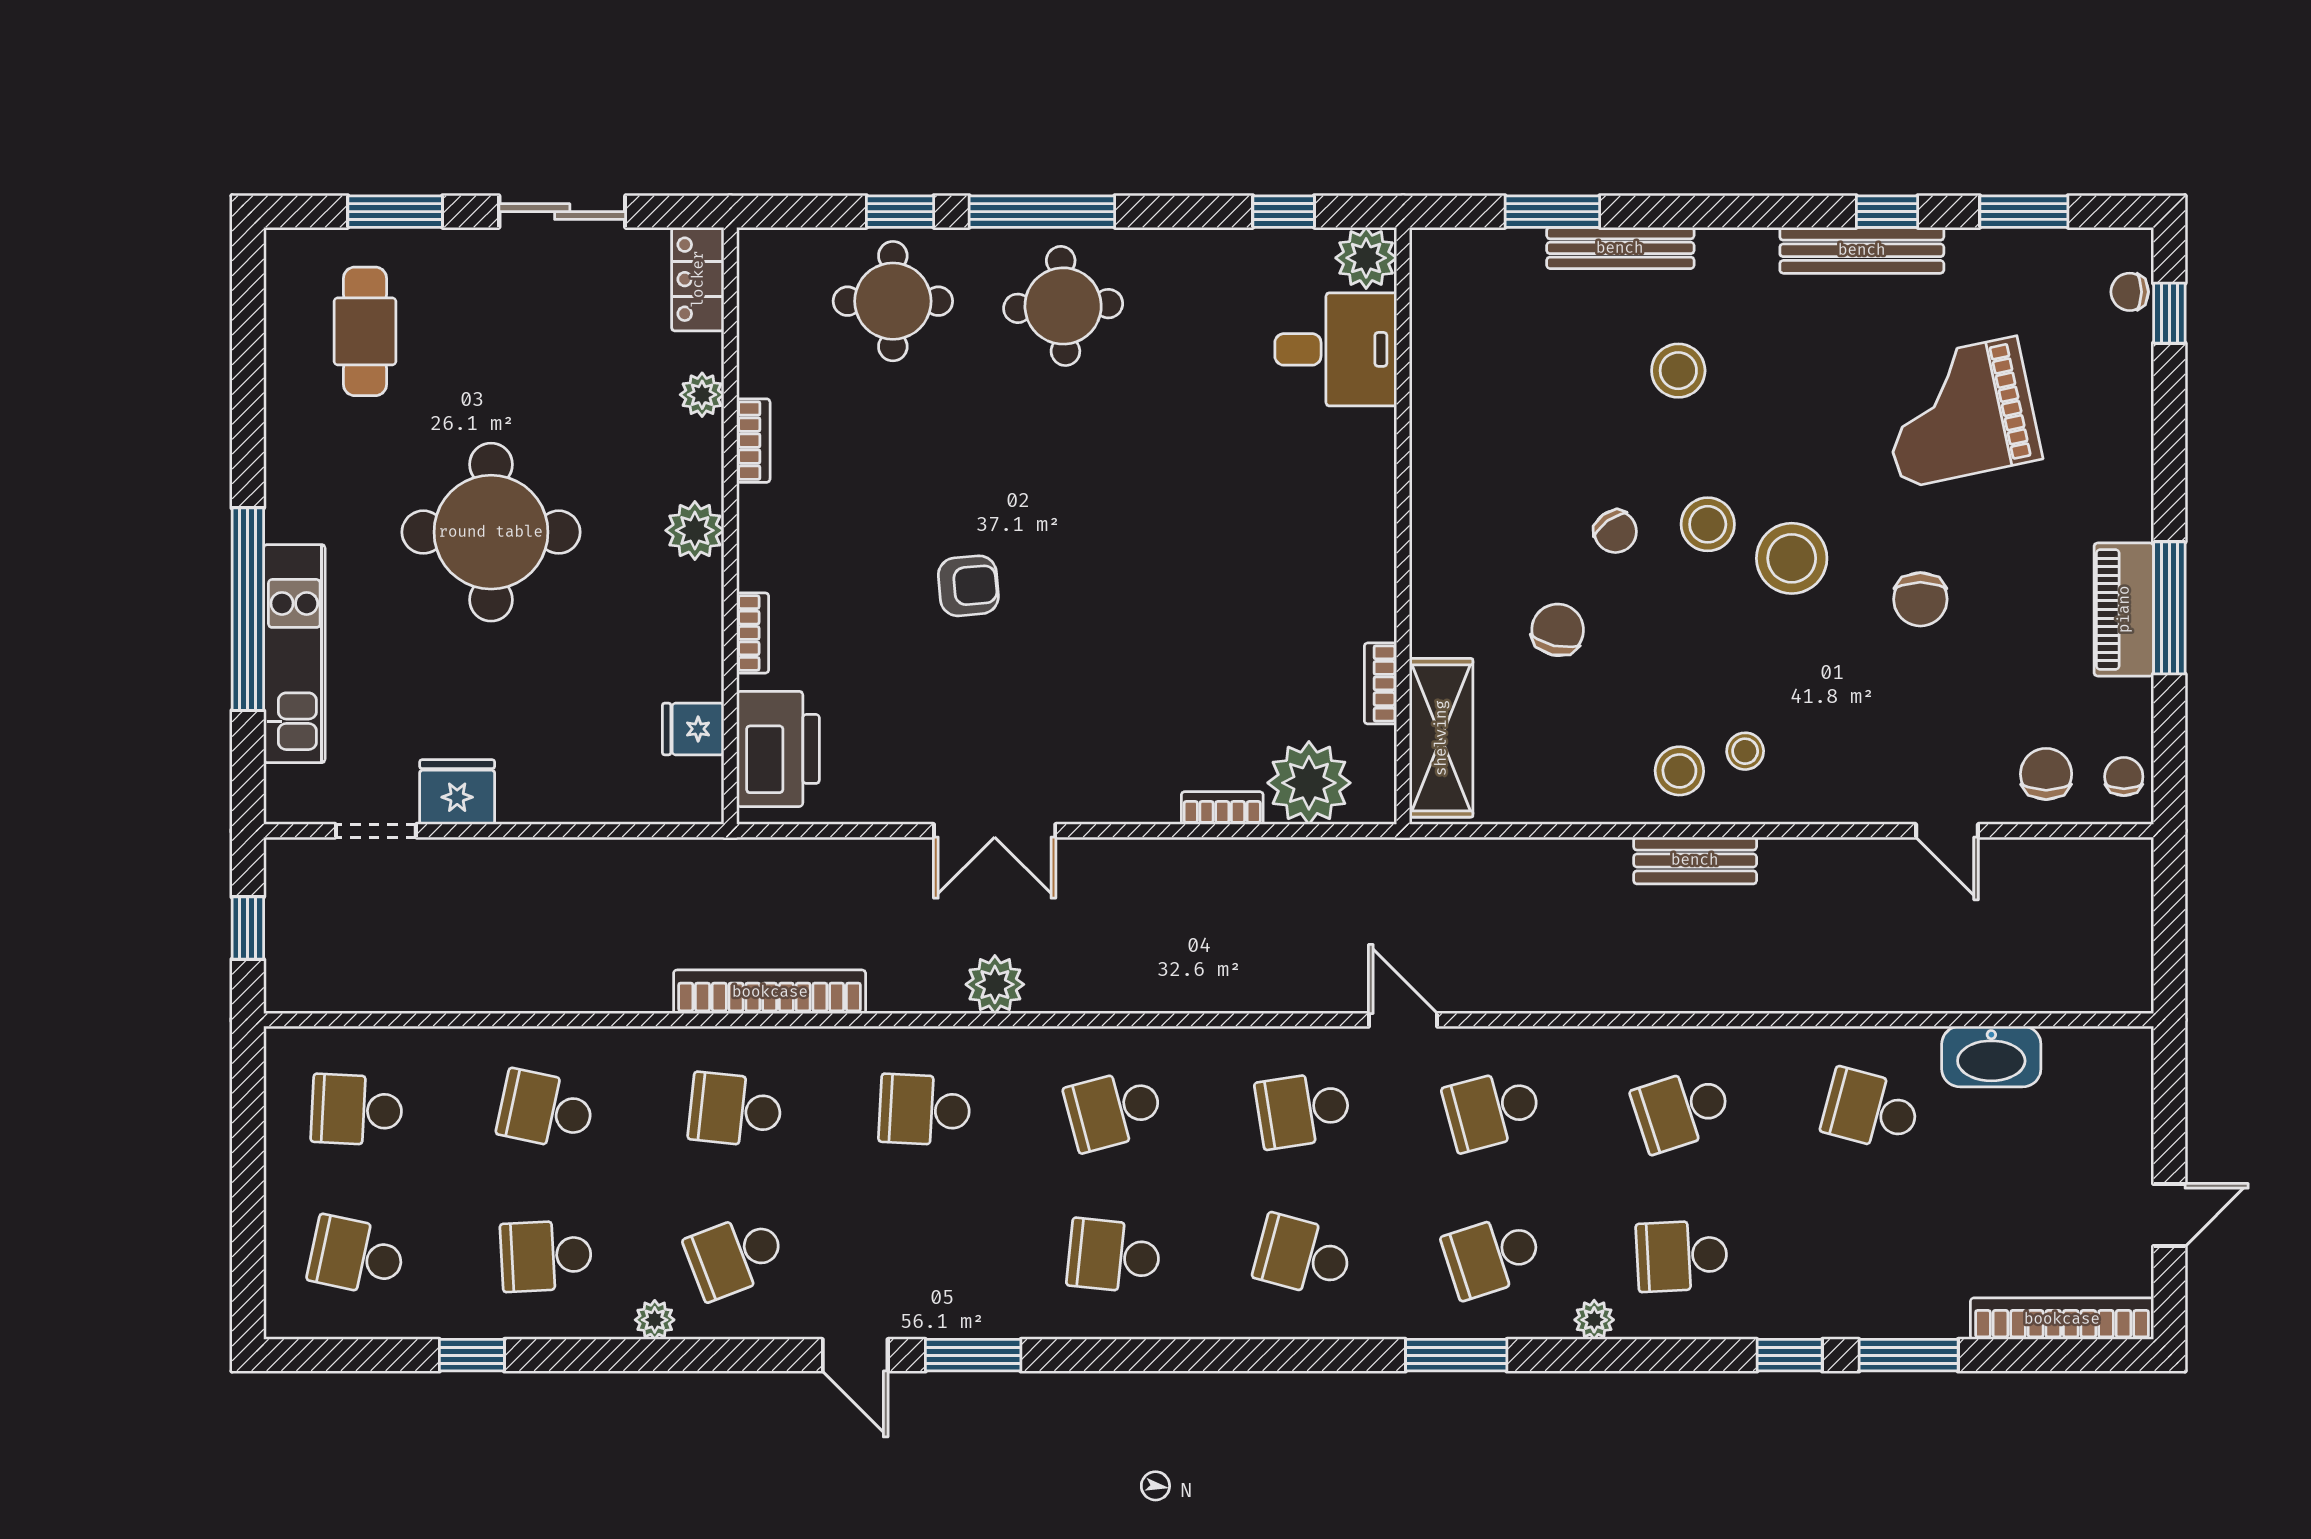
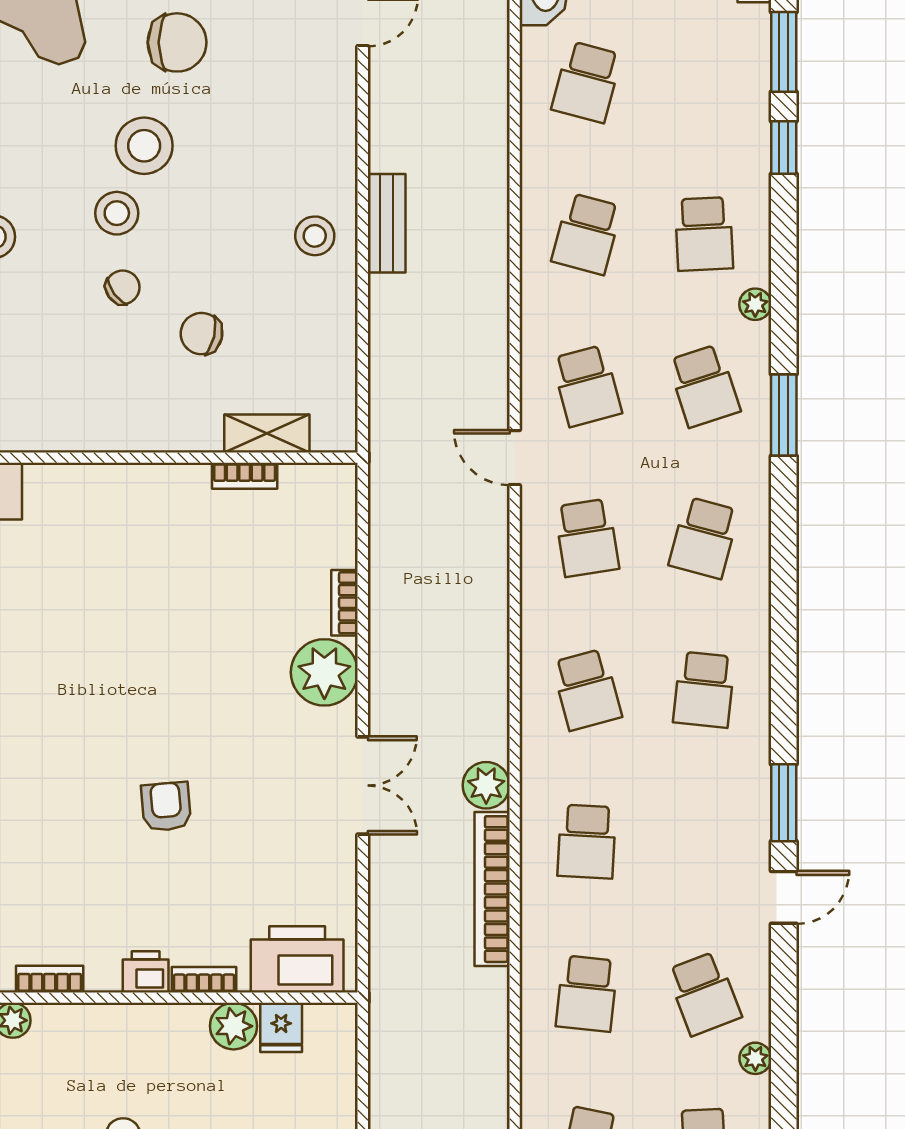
plant: (695, 530) -> (234, 1026), moved
printer: (762, 560) -> (146, 972), added
chair: (1920, 599) -> (177, 42), width x1.37, depth x1.37
shelving: (1441, 738) -> (267, 433), width x0.67, depth x0.75
stool: (1745, 751) -> (299, 183), removed
plant: (1309, 783) -> (324, 672), moved
bookcase: (770, 992) -> (492, 889), moved
door: (1403, 1020) -> (515, 458), hinge flipped
school desk: (1682, 1110) -> (587, 234), turned 33

